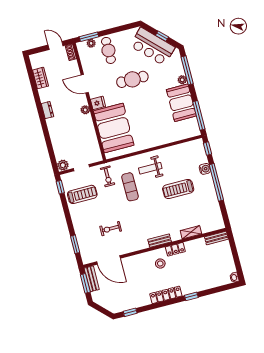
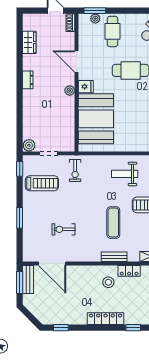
exercise mat: (130, 187) -> (113, 223), moved
window: (75, 244) -> (20, 218), moved

